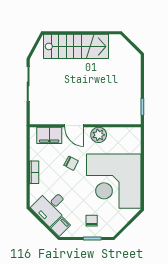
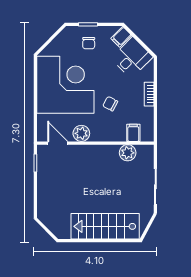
plant: (55, 116) -> (128, 153), added
door: (74, 126) -> (58, 143), moved
filing cabinet: (49, 135) -> (133, 133), width x0.50

